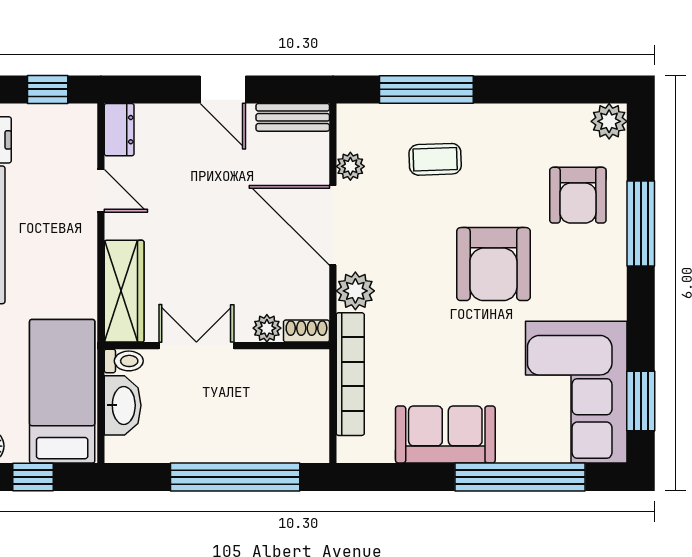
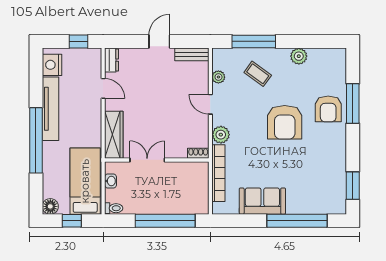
door: (223, 89) -> (159, 41), swing flipped
plant: (609, 121) -> (299, 56), moved
coffee table: (435, 159) -> (258, 74), turned 38
armchair: (578, 195) -> (328, 109), moved
door: (333, 225) -> (210, 104), width x0.53
plant: (267, 328) -> (180, 152), removed
toilet: (124, 361) -> (114, 208), moved
corner sofa: (576, 392) -> (323, 181), removed
washbasin: (123, 405) -> (111, 181), width x0.52, depth x0.69

